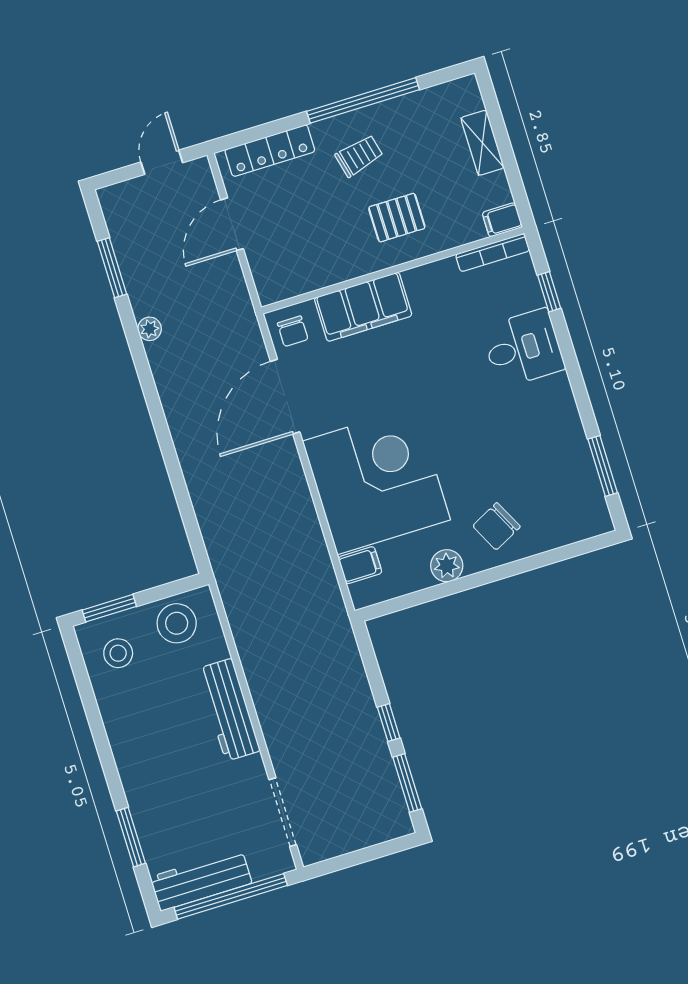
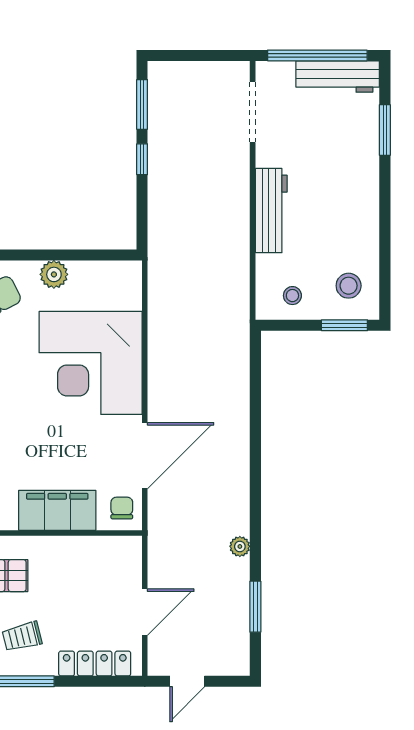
filing cabinet: (360, 565) -> (126, 297), removed
stool: (177, 623) -> (292, 296), width x0.53, depth x0.53

